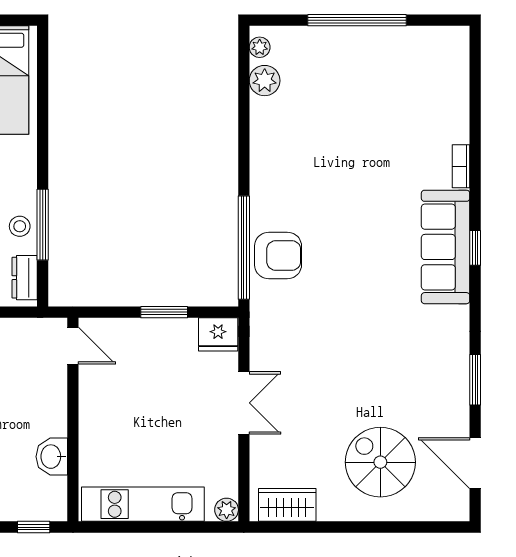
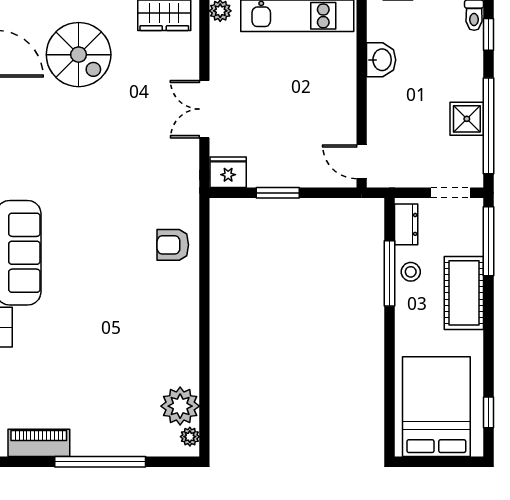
piano: (424, 40) -> (39, 443), added
plant: (265, 81) -> (180, 406), width x1.36, depth x1.36
window: (244, 248) -> (204, 252), removed
armchair: (278, 255) -> (173, 245), width x0.72, depth x0.72

